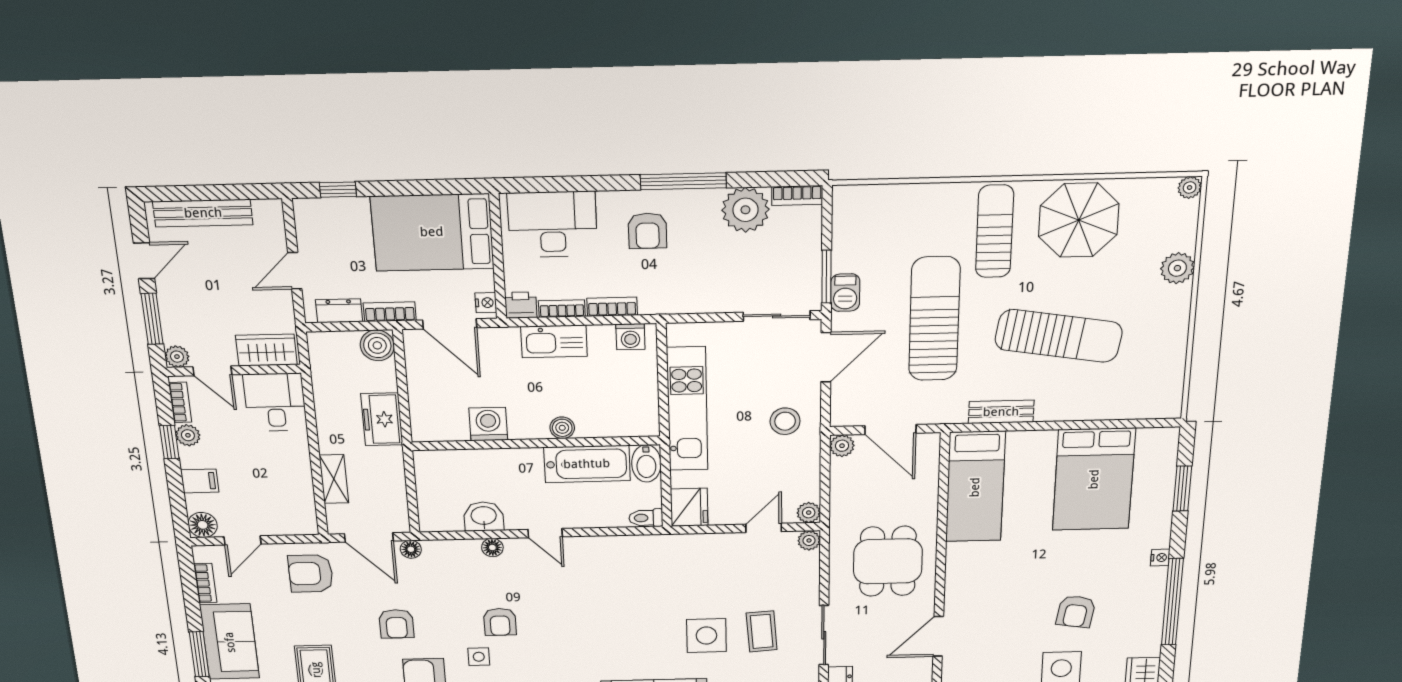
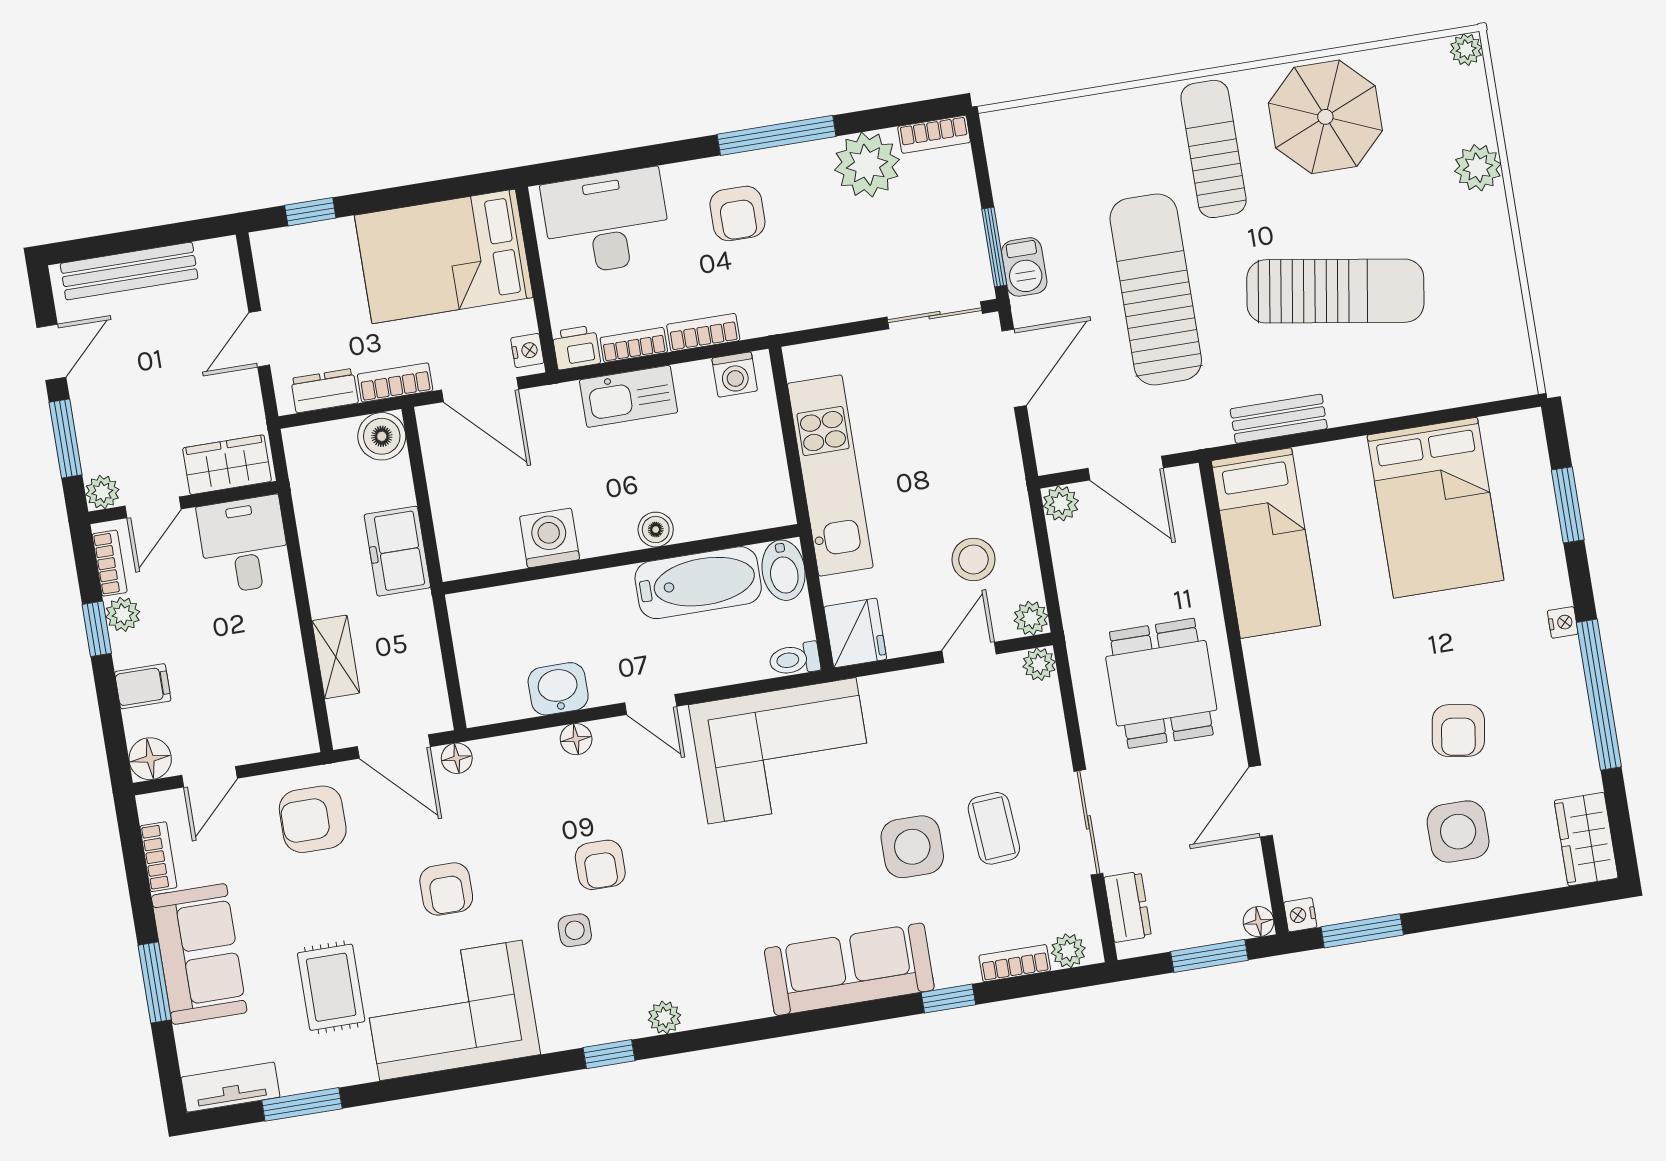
door: (212, 371) -> (153, 507), hinge flipped
stool: (785, 421) -> (973, 559), moved
corner sofa: (629, 571) -> (782, 751), added

